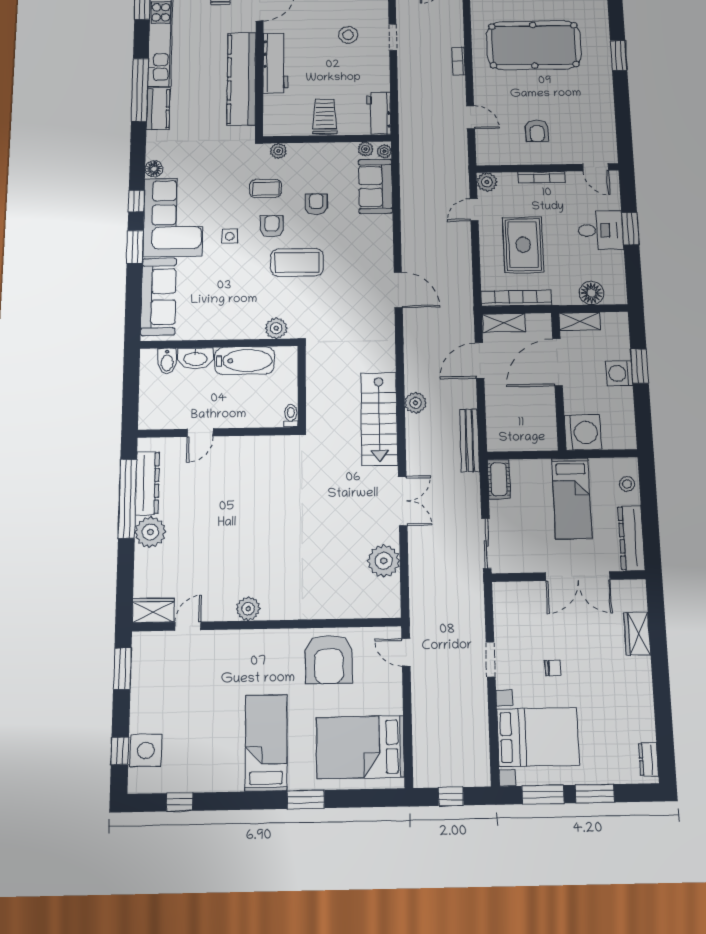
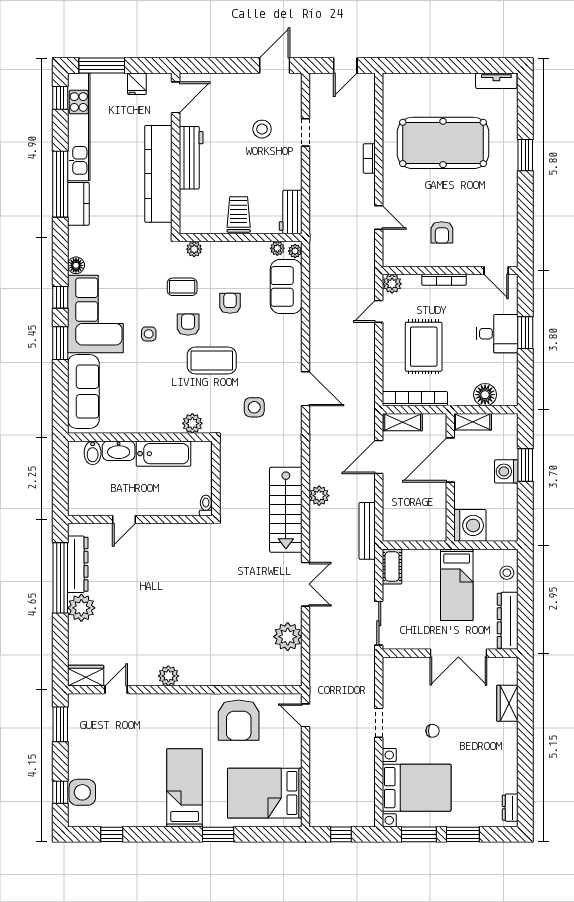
side table: (343, 310) -> (254, 407), added

